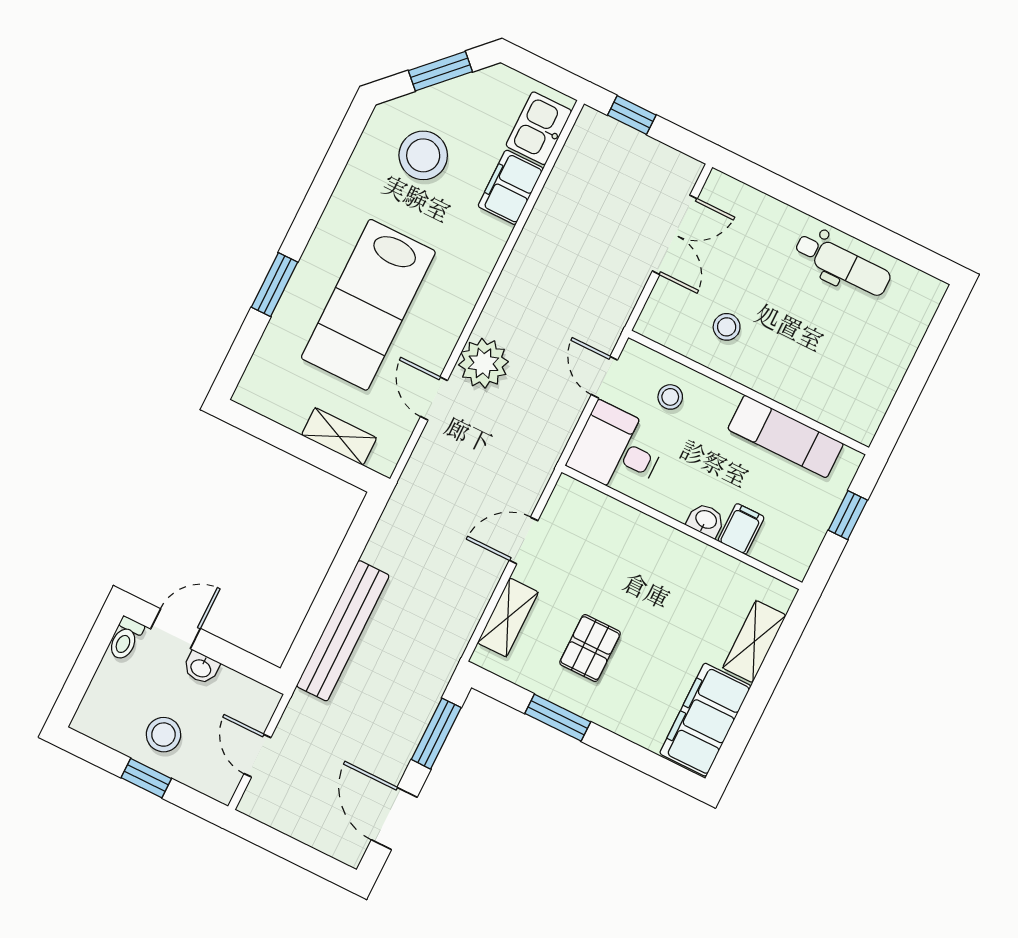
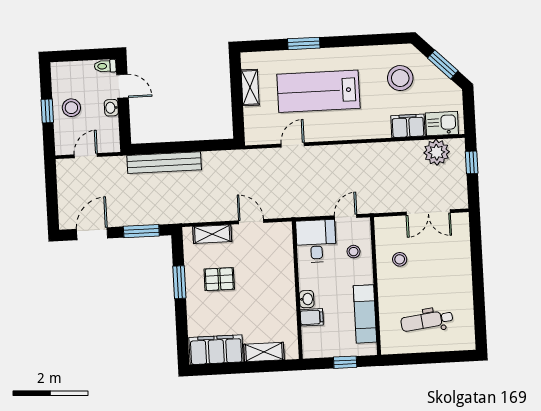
dental chair: (843, 264) -> (427, 321), moved, turned 83
plant: (483, 363) -> (437, 152), moved
shelving: (339, 436) -> (250, 88), moved

